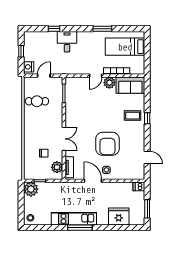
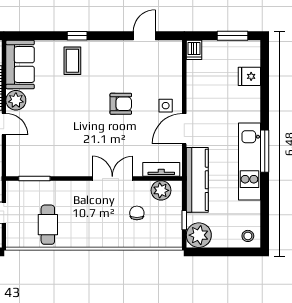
armchair: (107, 144) -> (121, 104), width x0.53, depth x0.53
kitchen counter: (63, 188) -> (197, 180), added
fridge: (119, 216) -> (249, 76), width x0.53, depth x0.75

